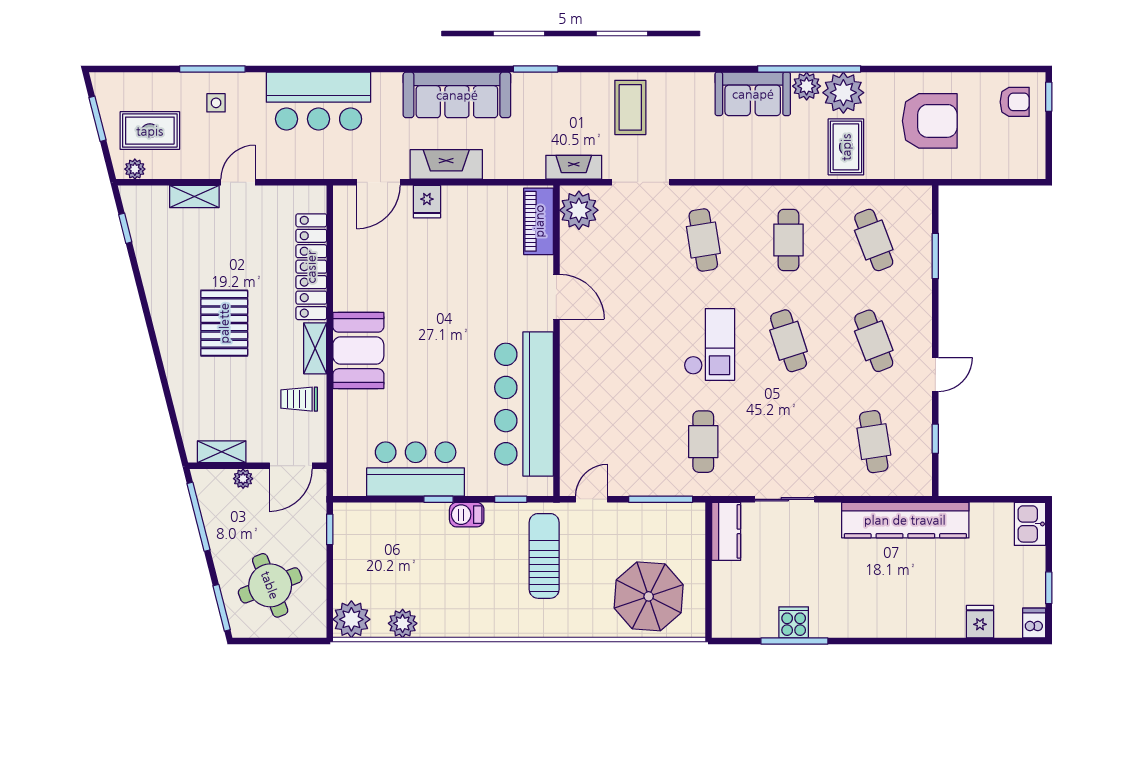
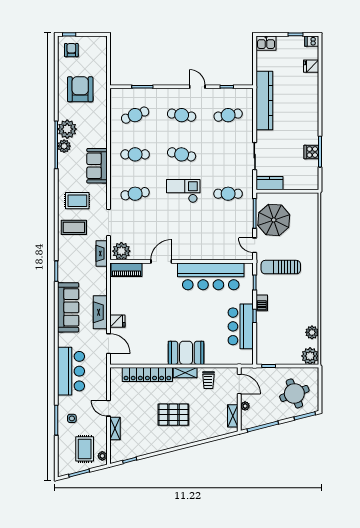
sofa: (753, 94) -> (97, 166), moved, turned 180
rug: (846, 147) -> (77, 201), moved
cafe table: (789, 341) -> (182, 154), turned 30
cafe table: (874, 341) -> (182, 115), turned 30
parasol: (649, 596) -> (274, 220), moved

